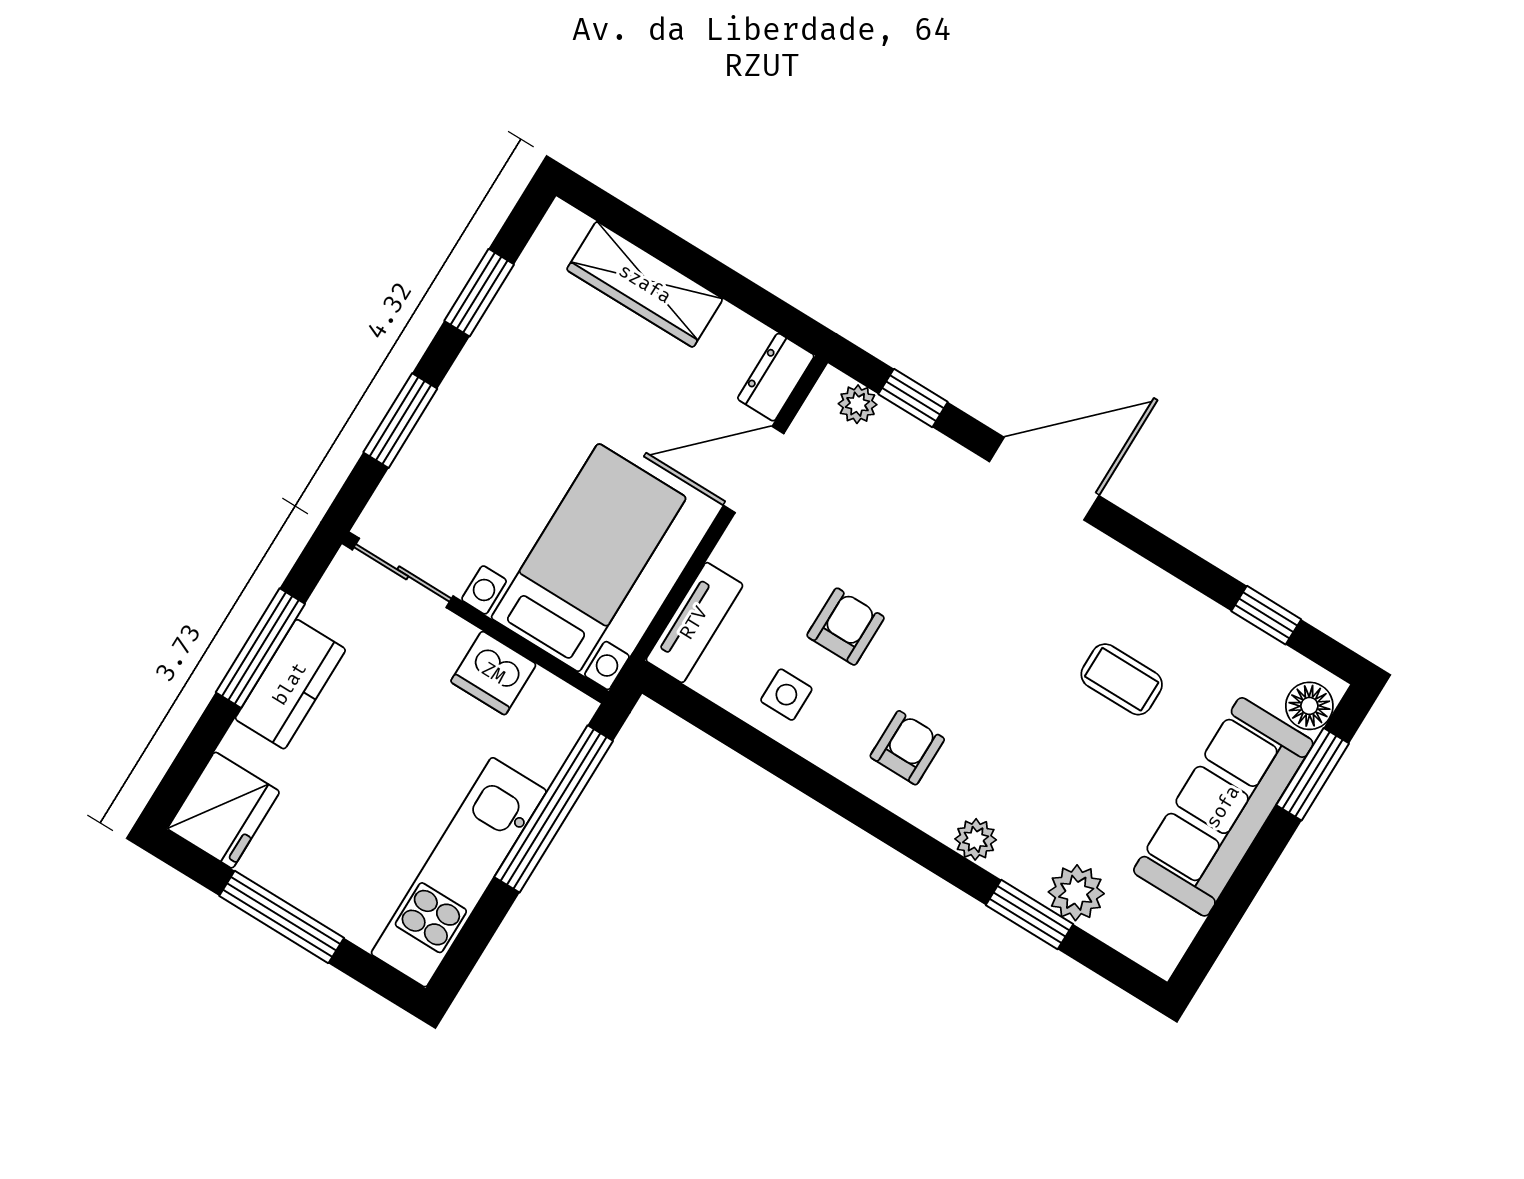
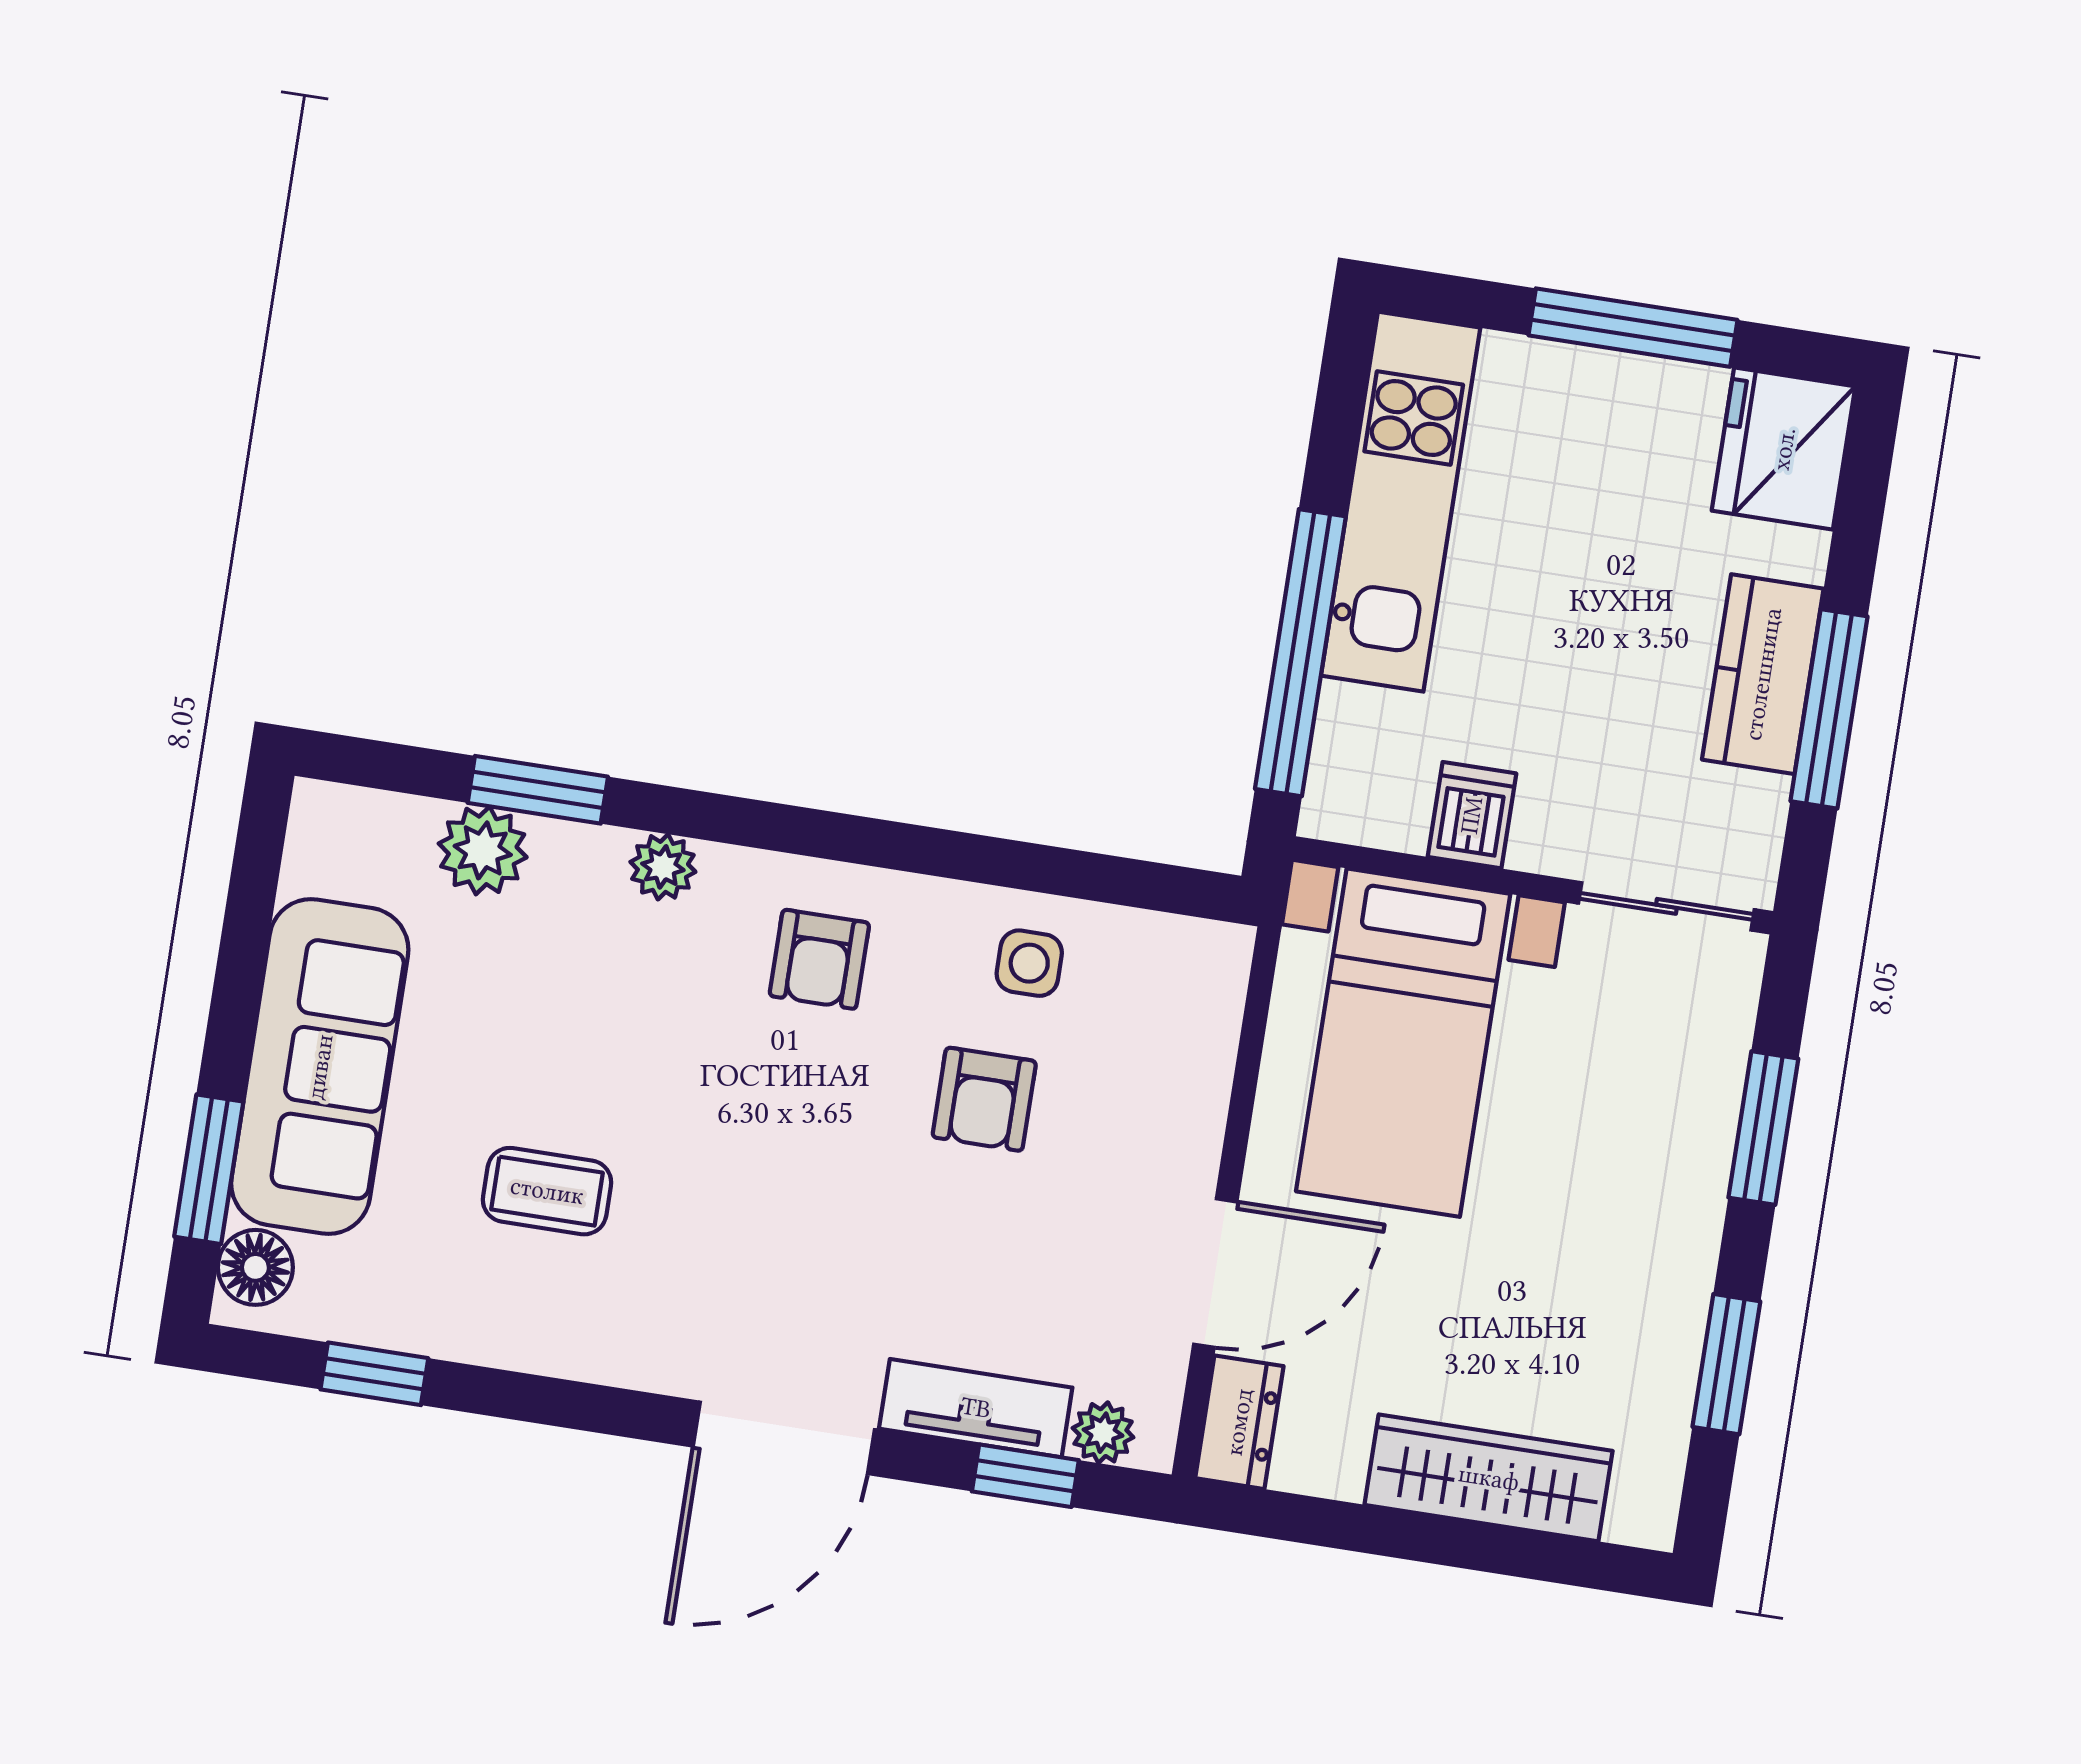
tv unit: (694, 623) -> (976, 1408), moved, turned 90
dishwasher: (493, 673) -> (1472, 815), width x0.73

